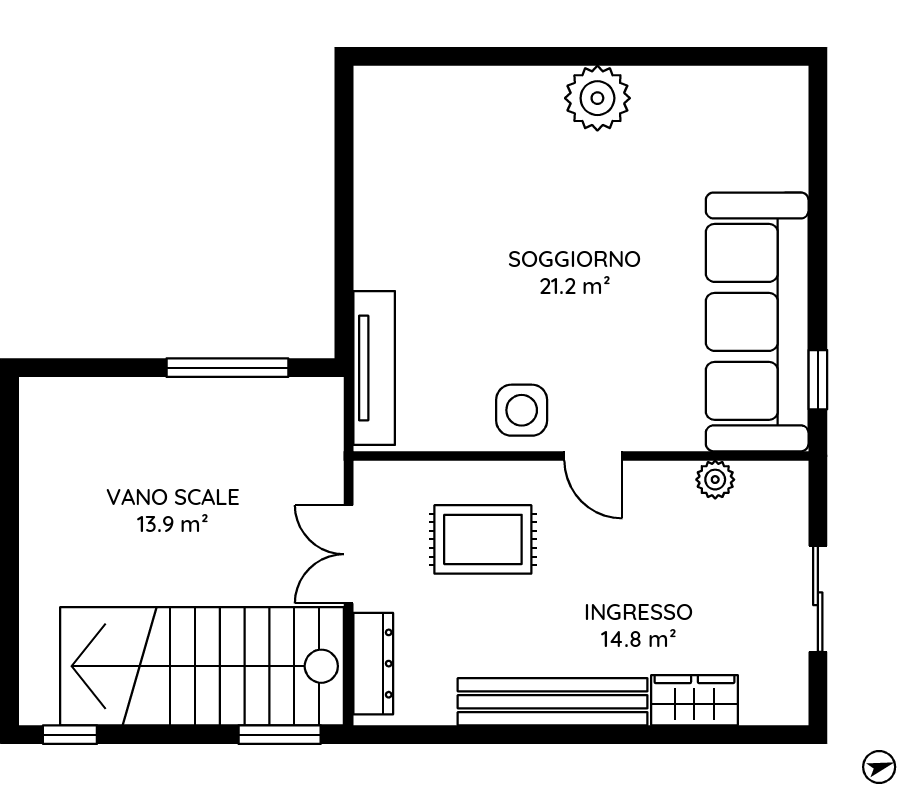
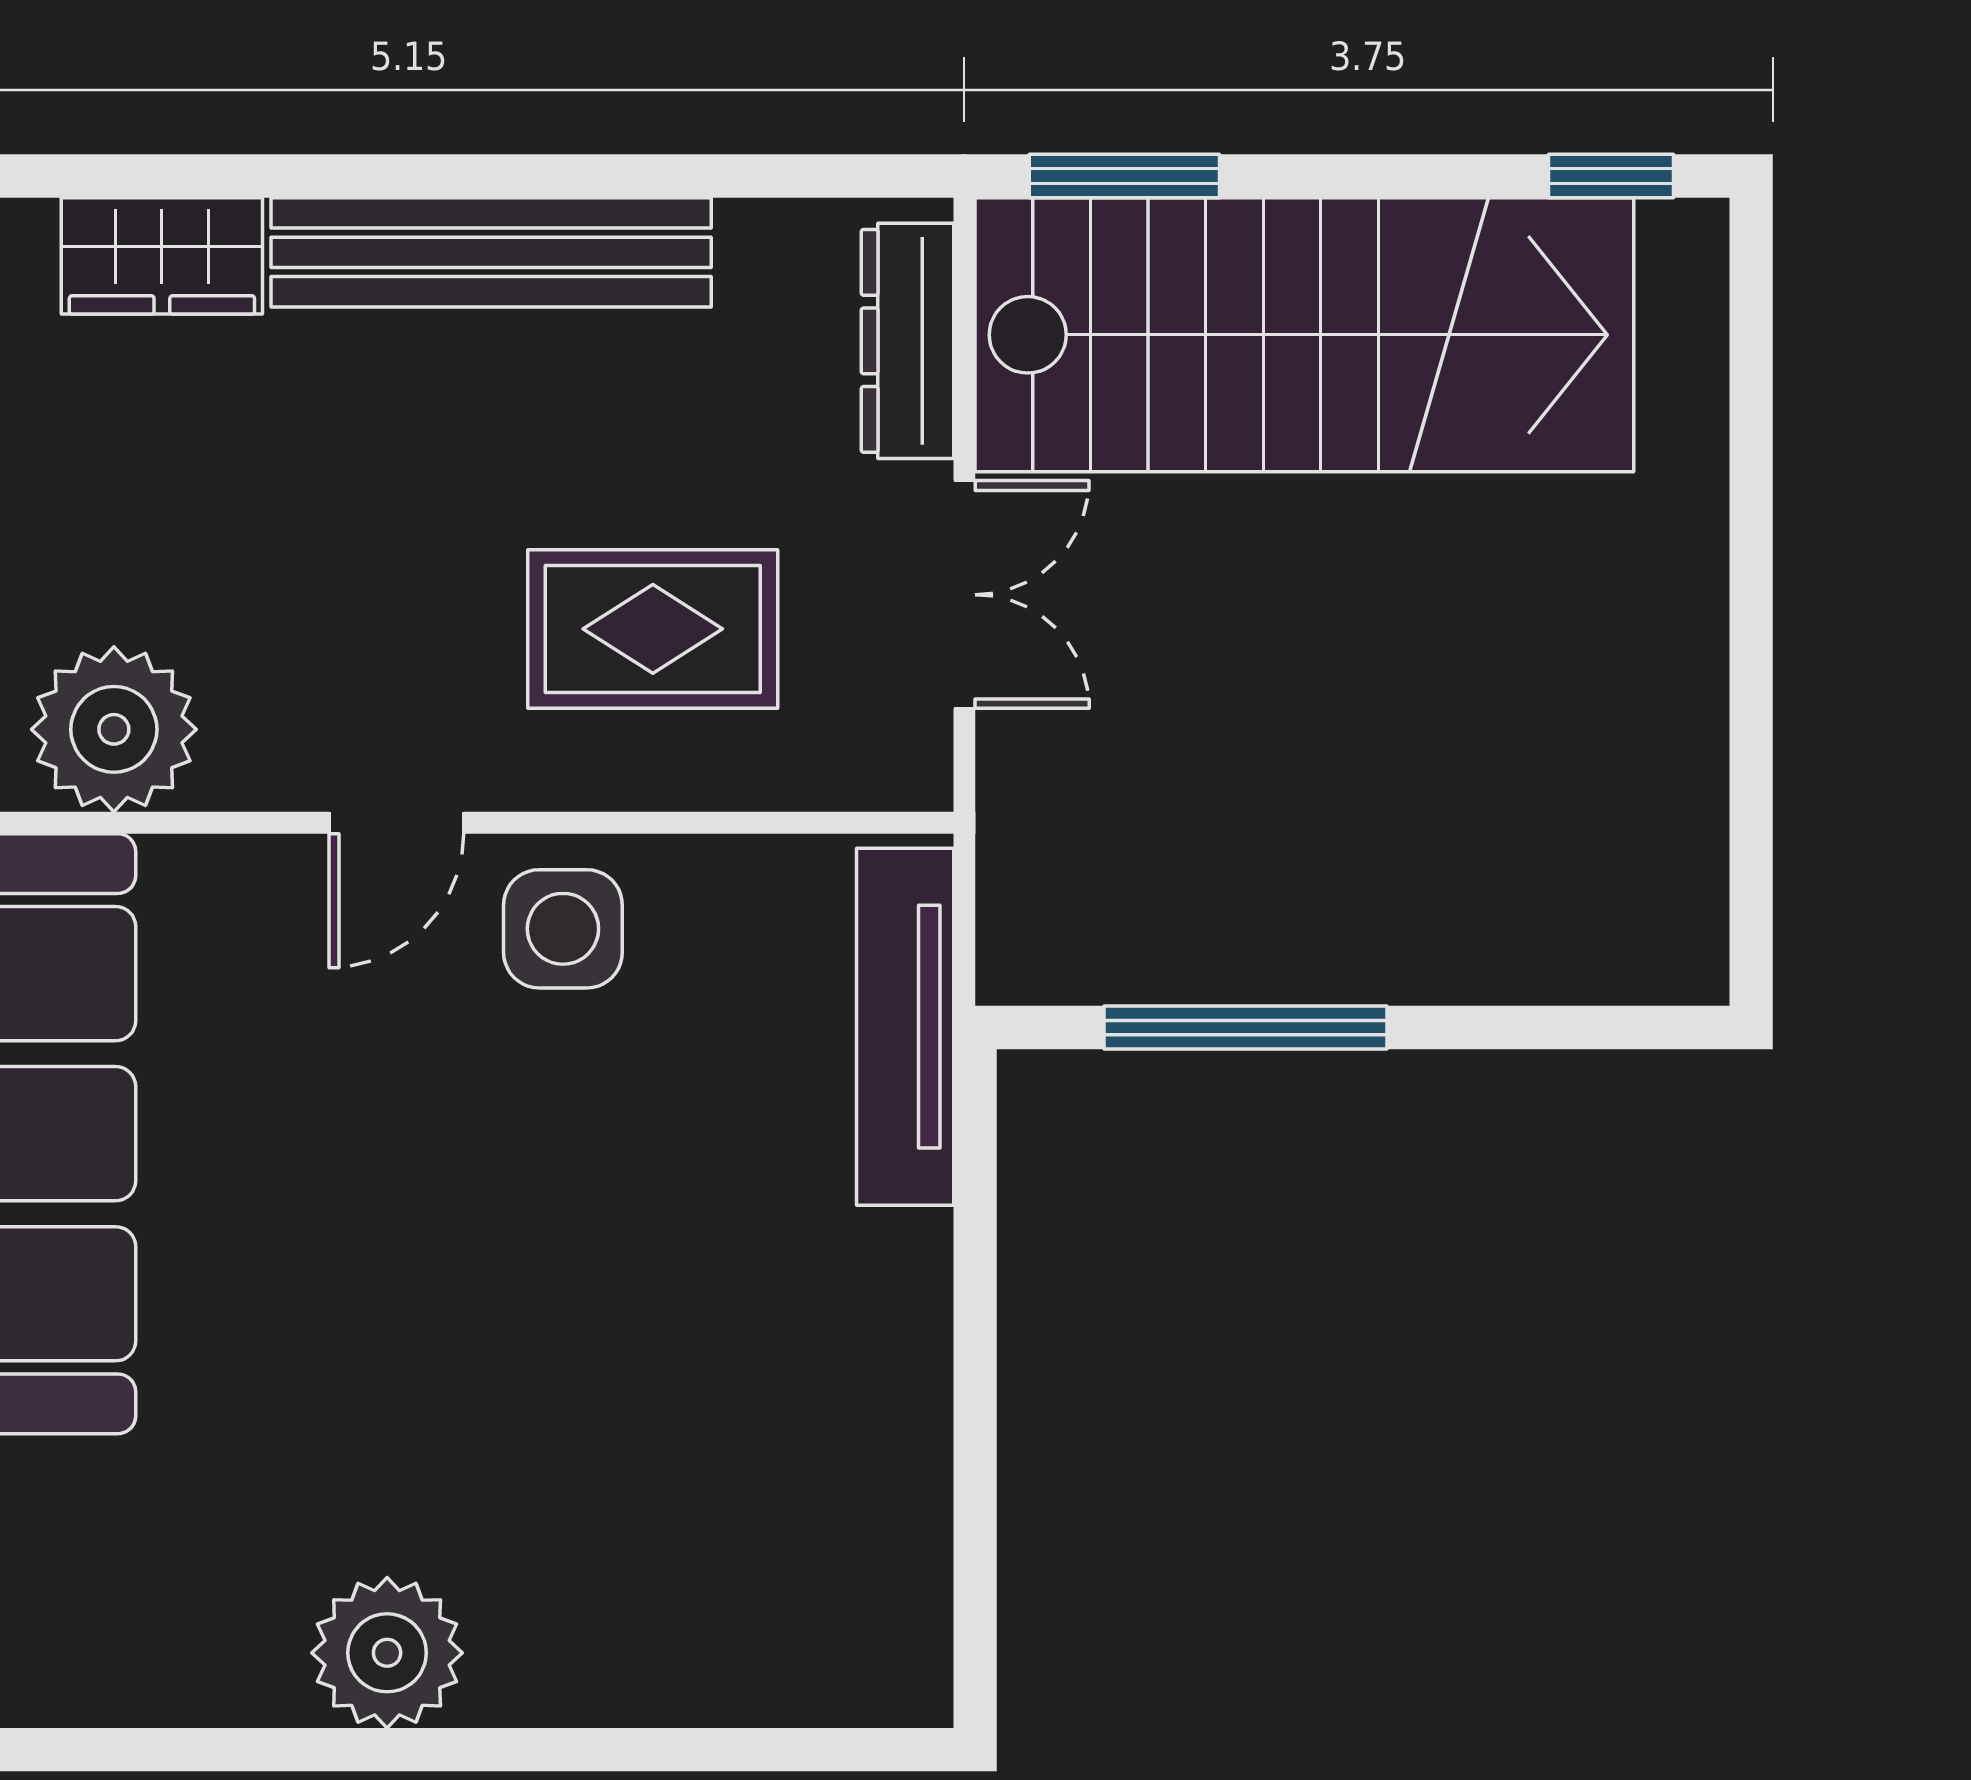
door: (593, 456) -> (396, 823), swing flipped
plant: (715, 480) -> (114, 729), width x1.87, depth x1.87

